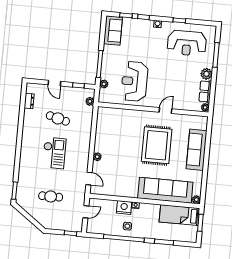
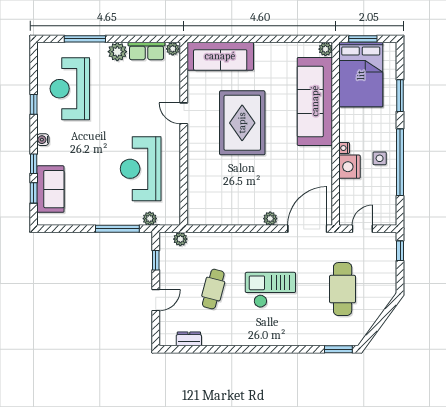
sofa: (113, 30) -> (50, 189), moved, turned 90
reception desk: (187, 43) -> (70, 89), turned 180
reception desk: (134, 81) -> (141, 169), turned 90
rug: (157, 145) -> (242, 123), turned 90
sofa: (197, 150) -> (220, 56), moved
door: (89, 179) -> (307, 229), width x1.87
cafe table: (51, 196) -> (343, 289), width x1.37, depth x1.35
door: (86, 212) -> (362, 229), hinge flipped
bed: (179, 215) -> (361, 75), width x1.50

